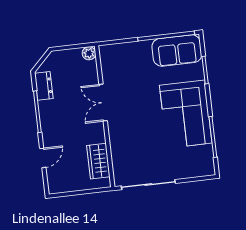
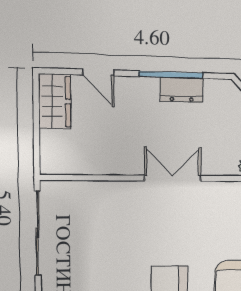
dresser: (44, 86) -> (182, 90), moved
wardrobe: (98, 161) -> (55, 101), moved, turned 90

